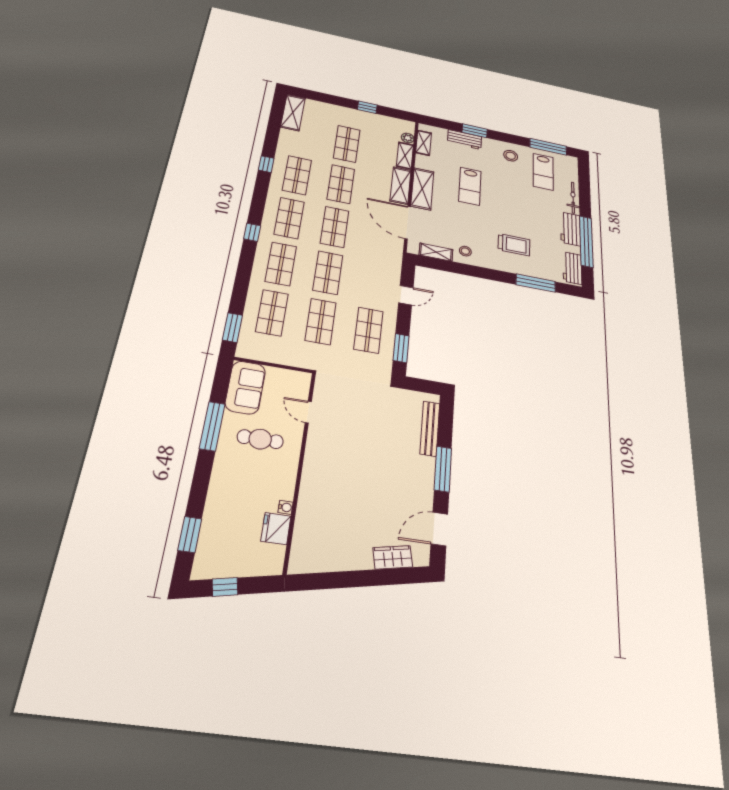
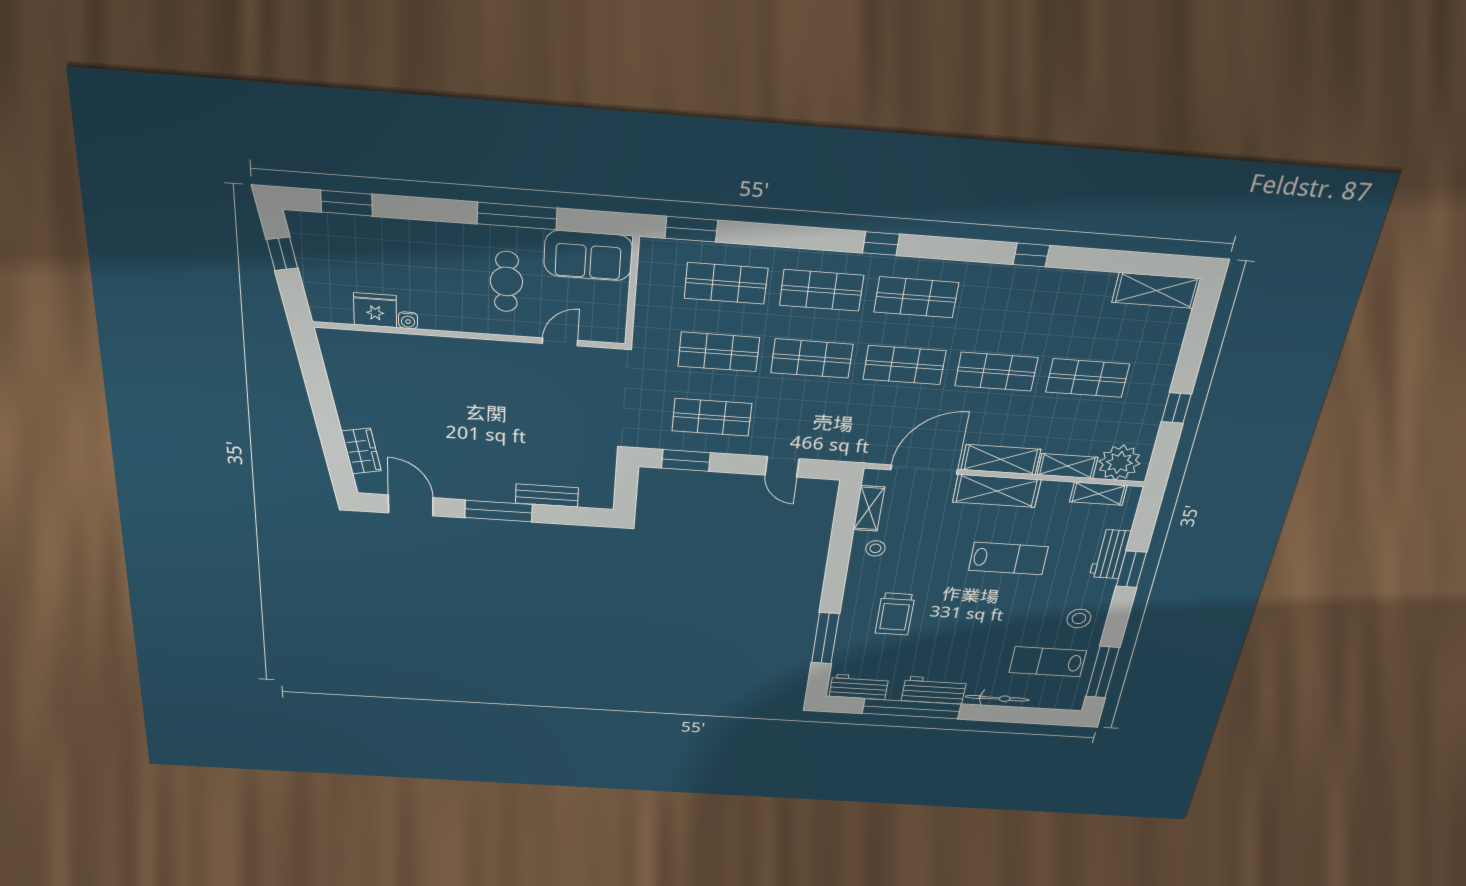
plant: (408, 138) -> (1119, 462), width x1.87, depth x1.87
shop shelf: (297, 175) -> (1010, 304), removed
lab bench: (470, 186) -> (1008, 559), turned 180
bench: (430, 428) -> (547, 495), width x0.73

